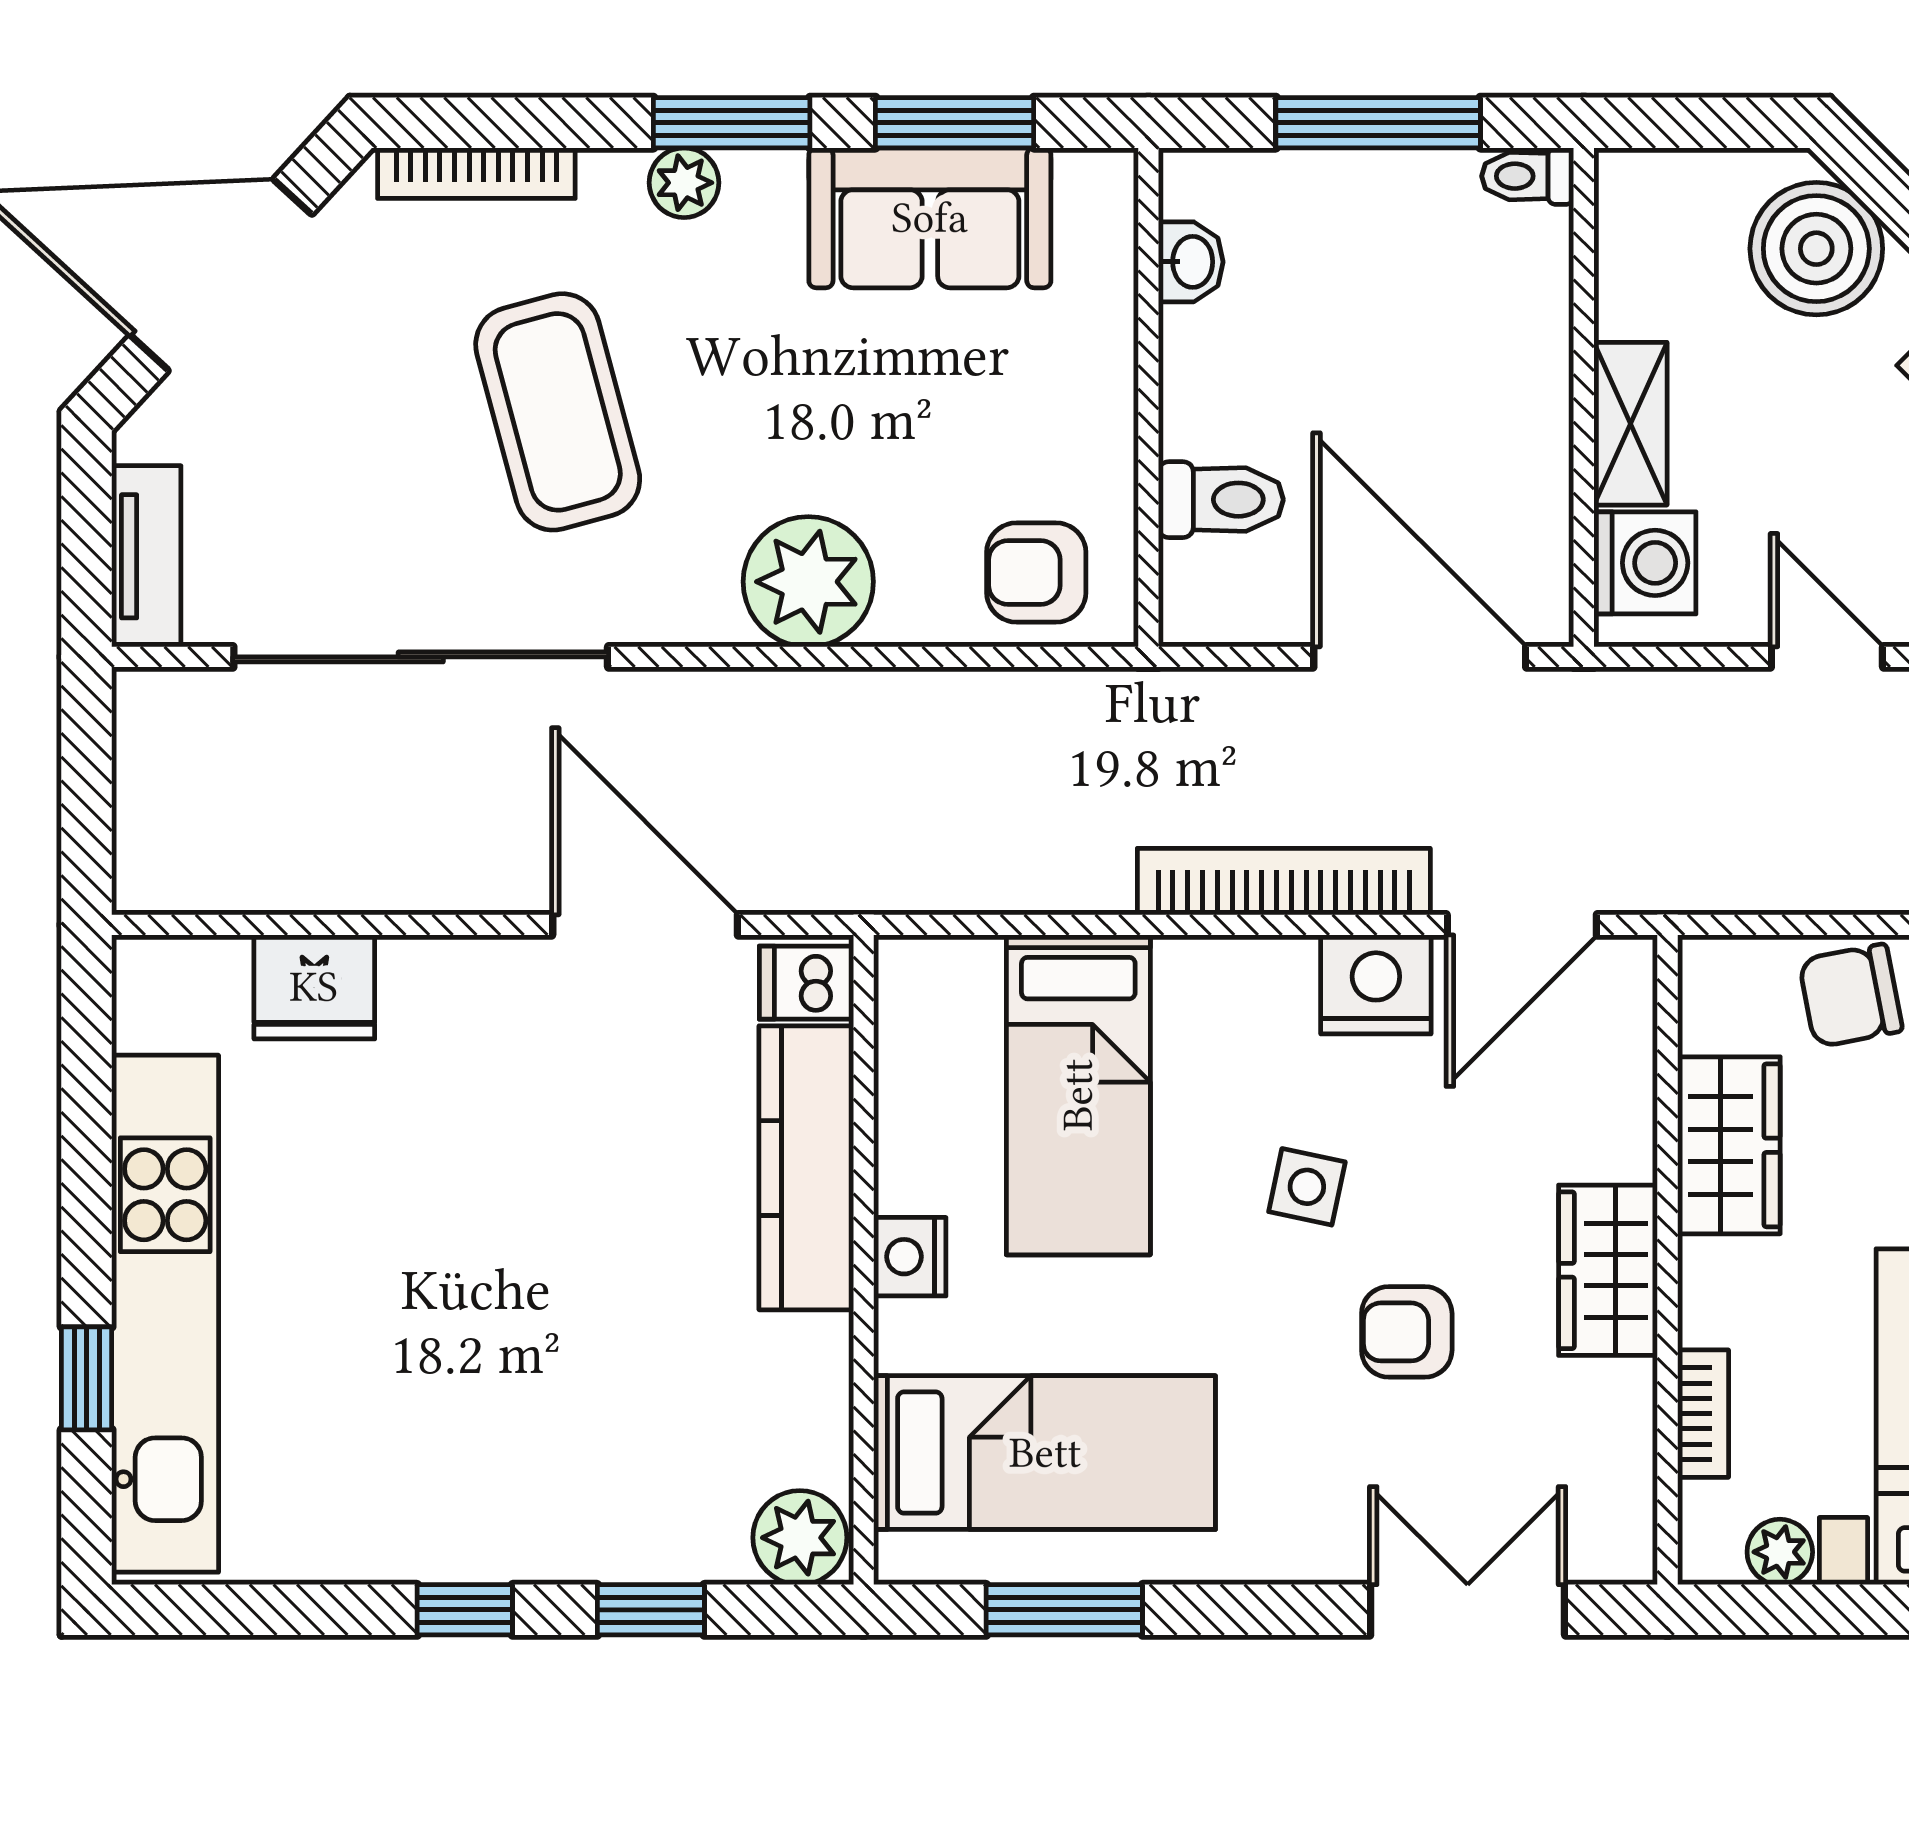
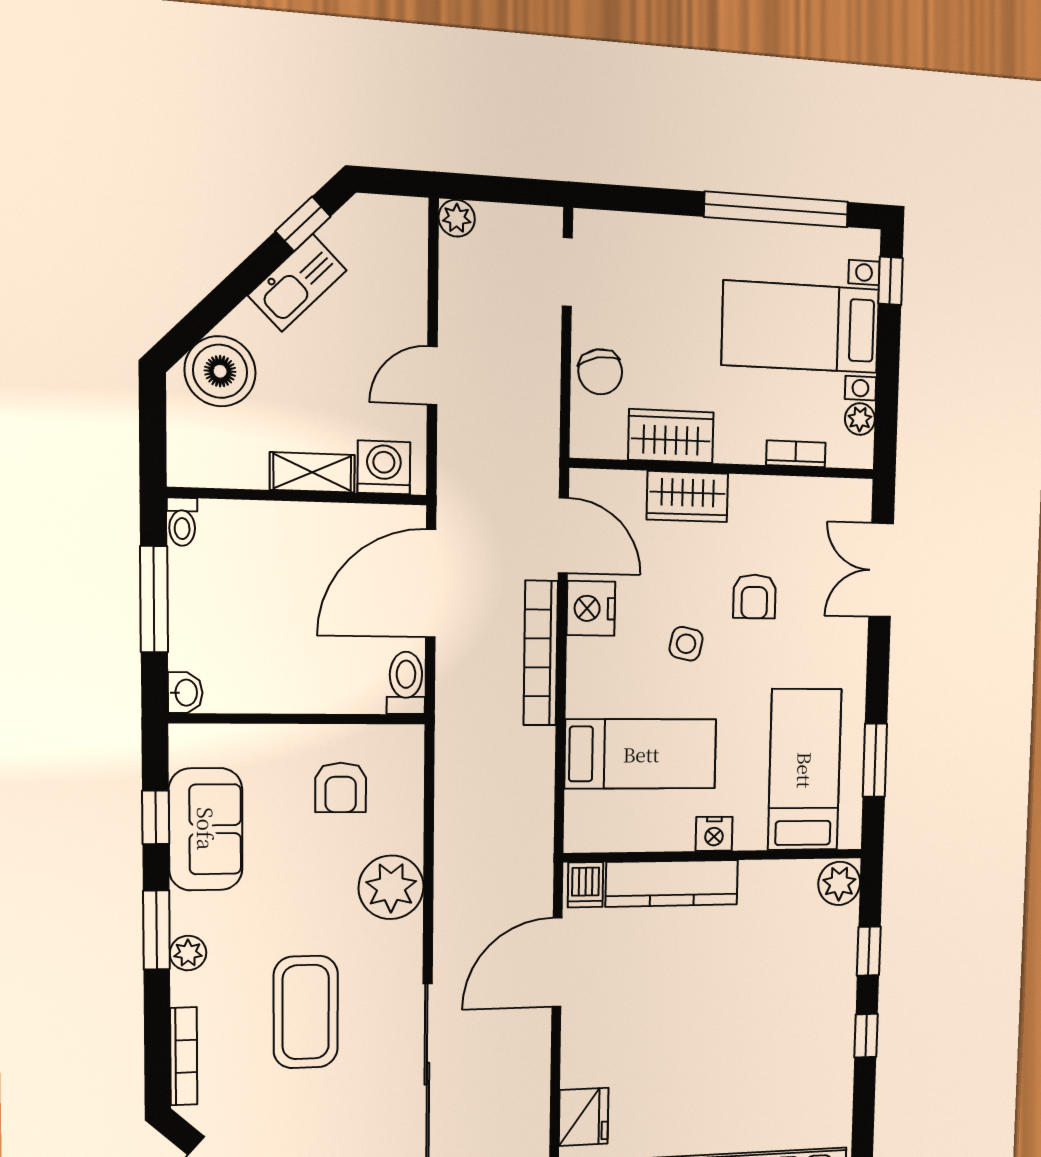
window: (955, 123) -> (156, 817), width x0.67
washbasin: (1191, 262) -> (185, 693), moved, turned 90
coffee table: (558, 412) -> (306, 1012), turned -75
toilet: (1221, 500) -> (406, 683), moved
armchair: (1036, 572) -> (341, 788), moved
wardrobe: (1608, 1270) -> (687, 496), moved

